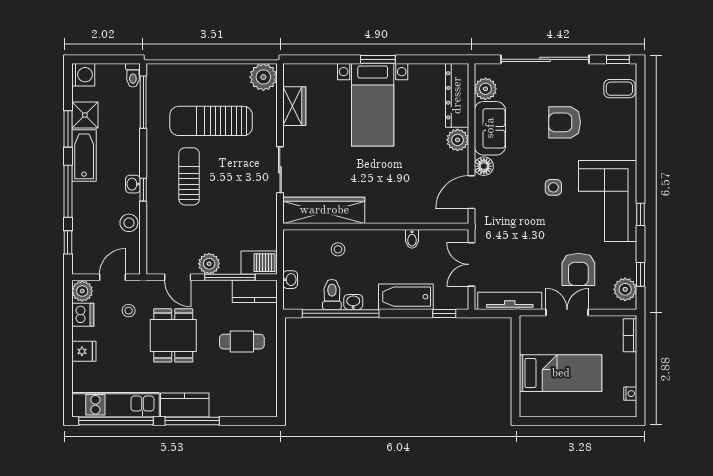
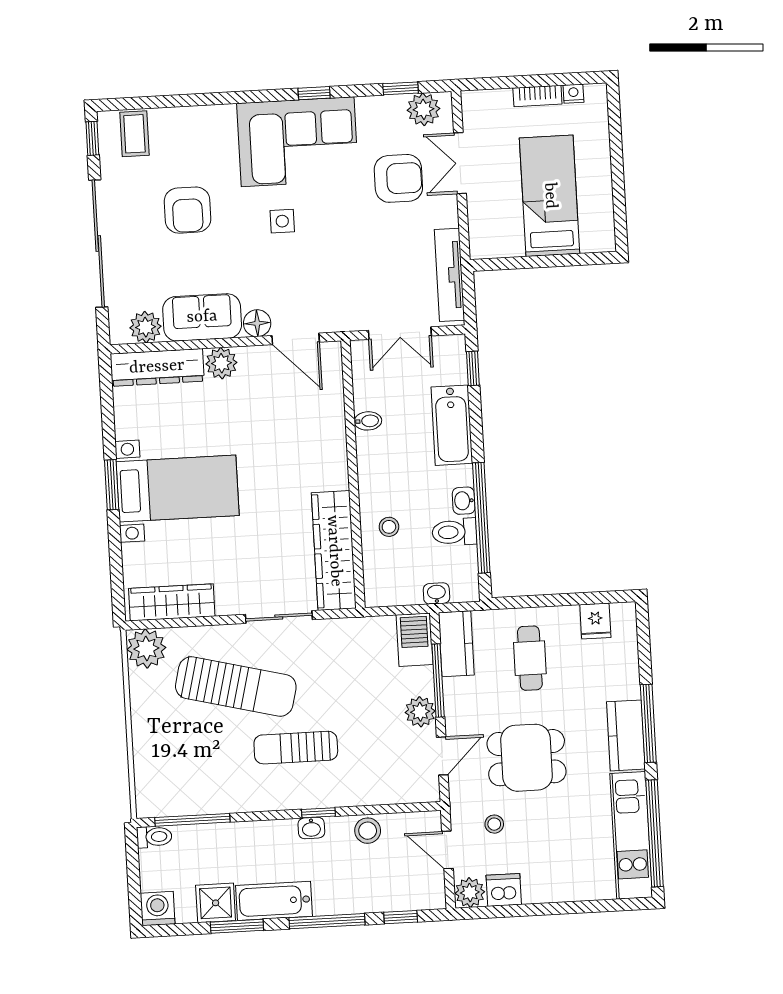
wardrobe: (294, 106) -> (172, 602), width x1.50
sun lounger: (211, 121) -> (236, 686), moved, turned -76
double door: (567, 312) -> (460, 163), moved
bookcase: (630, 335) -> (537, 96), moved
fridge: (84, 351) -> (595, 621), moved, turned 180

